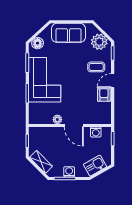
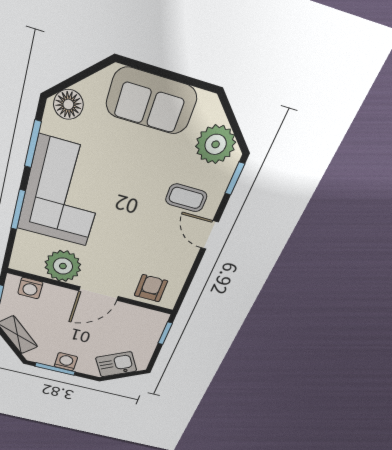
door: (113, 81) -> (209, 235), hinge flipped
armchair: (104, 95) -> (151, 288), moved
plant: (57, 119) -> (63, 266), width x1.88, depth x1.88
door: (74, 125) -> (99, 294), hinge flipped
washing machine: (96, 132) -> (30, 288), moved

